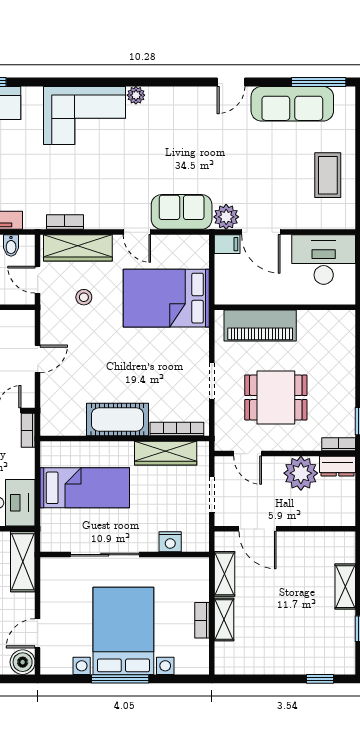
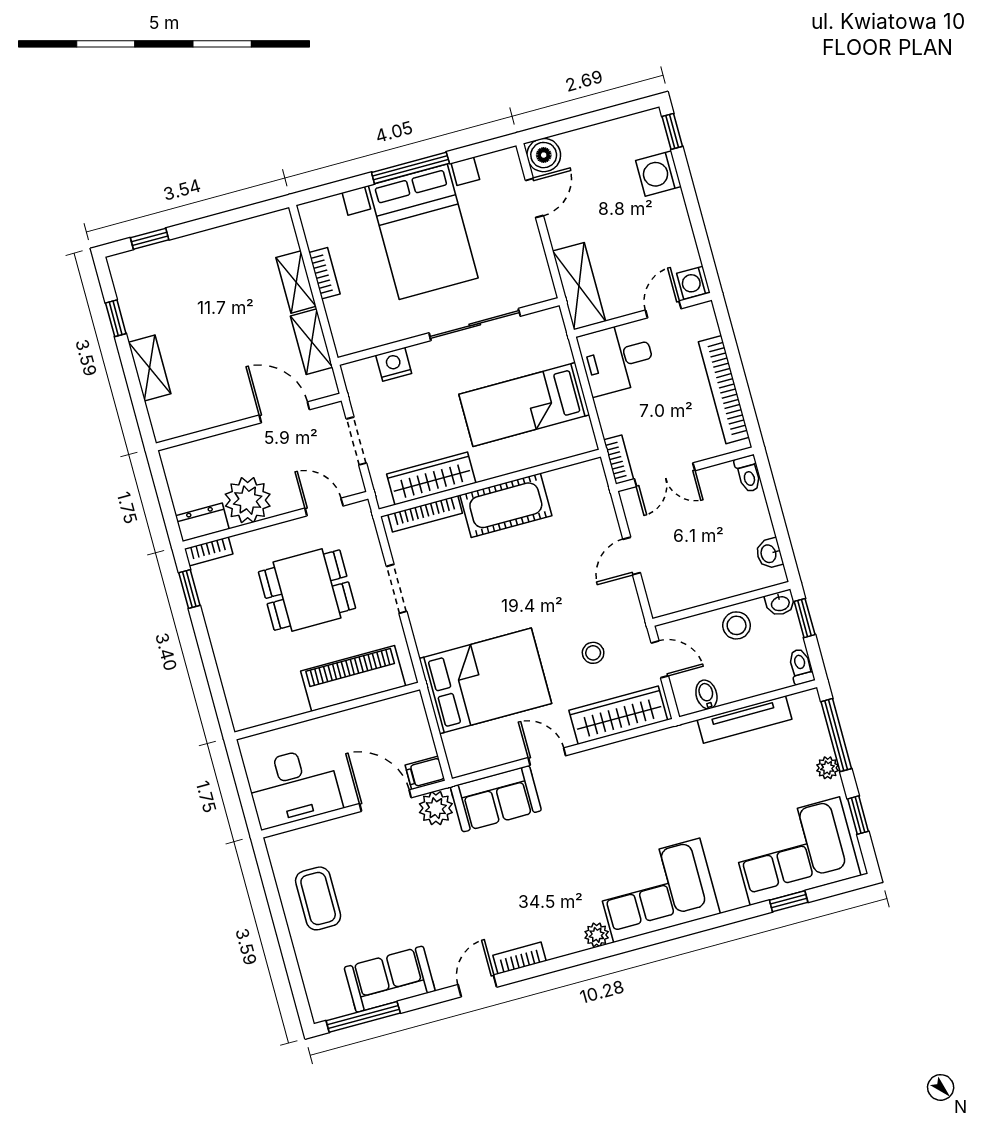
sofa: (292, 104) -> (390, 979), width x0.73
bookcase: (65, 222) -> (519, 958), moved, turned 180

